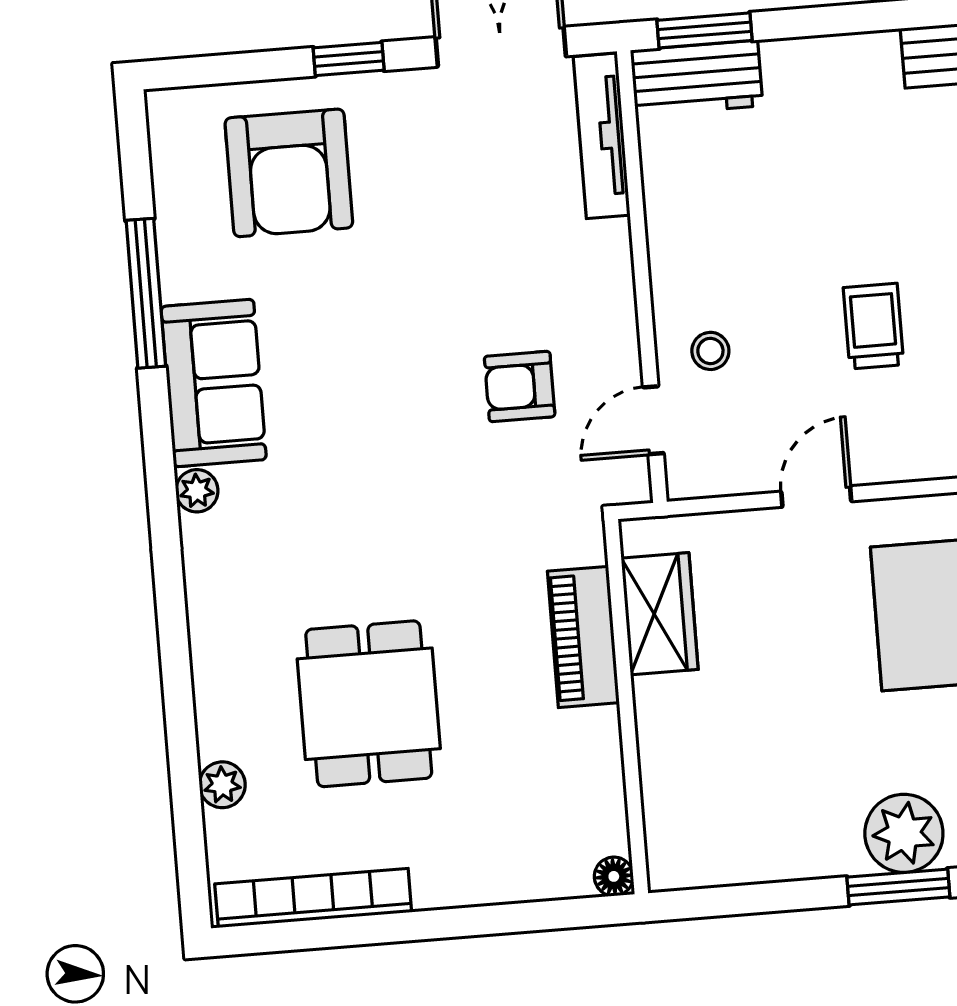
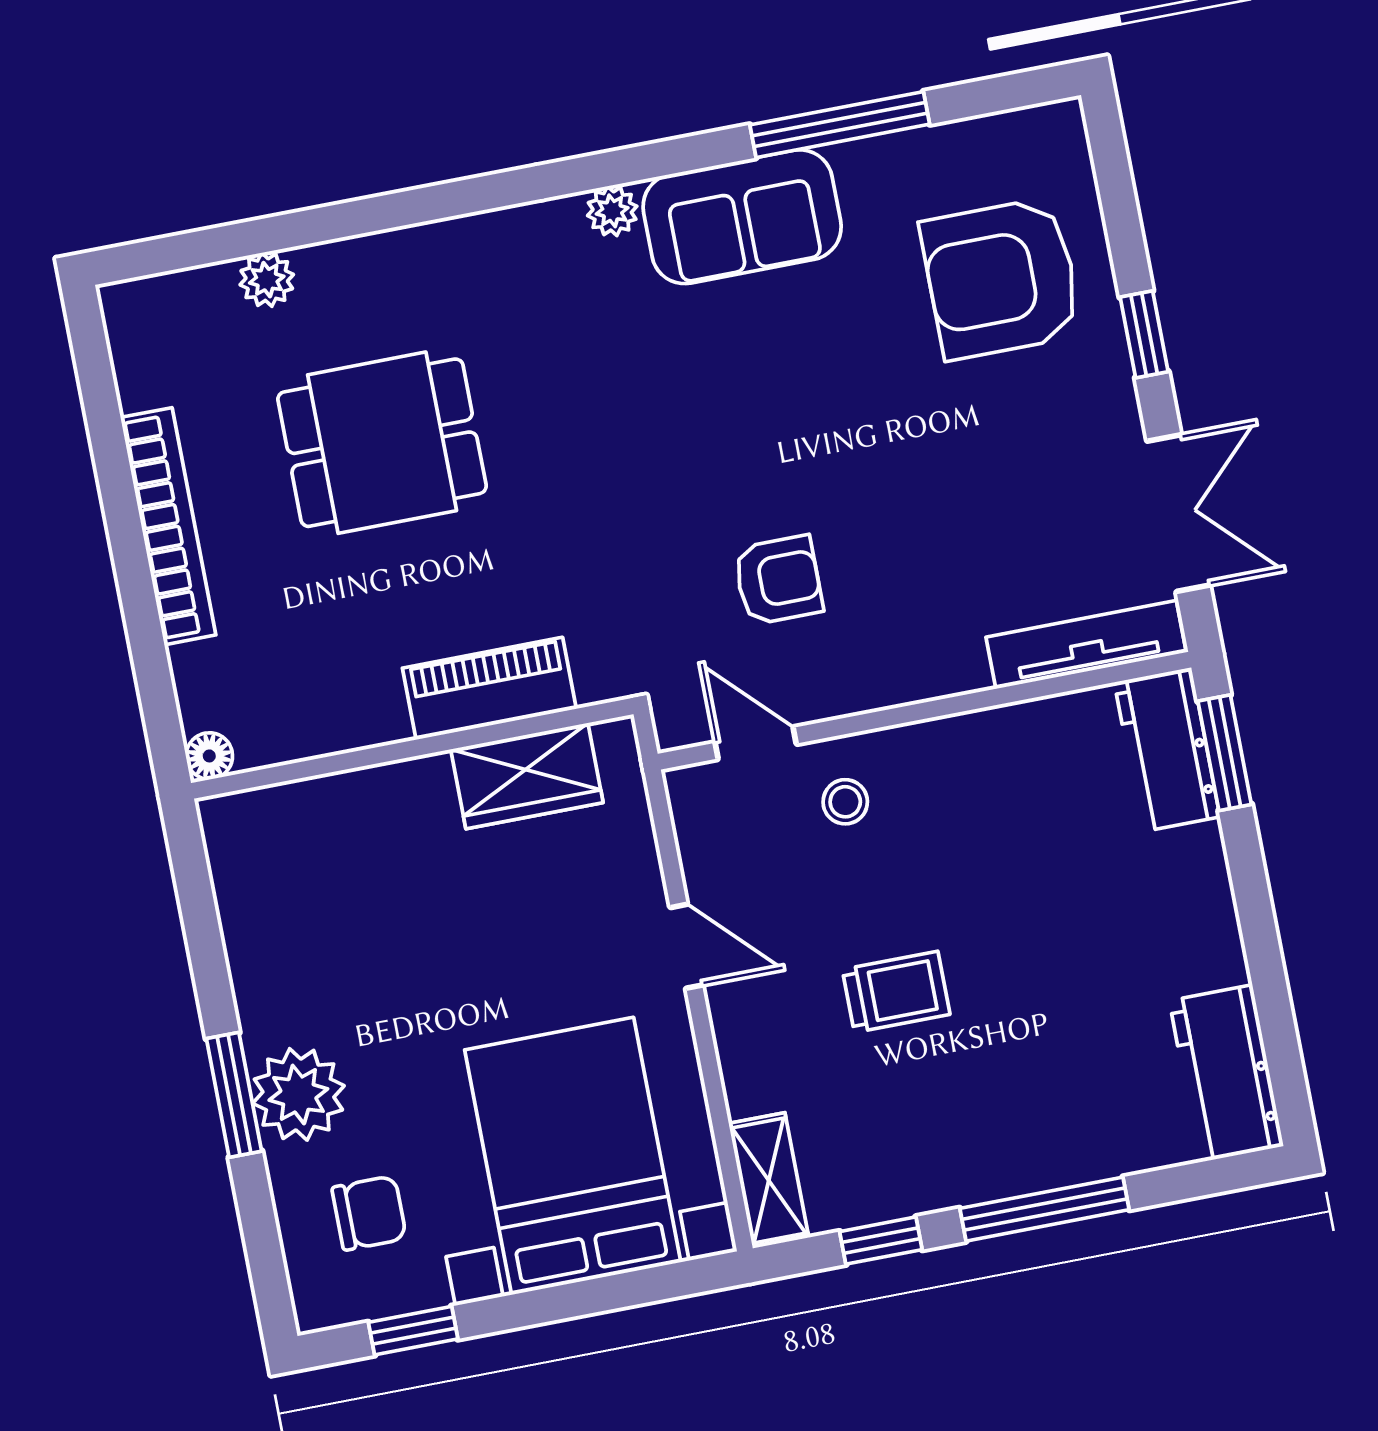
armchair: (520, 386) -> (778, 580), turned 90
bookcase: (313, 898) -> (168, 526), moved

